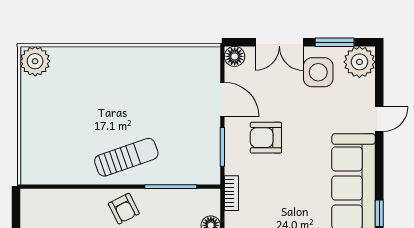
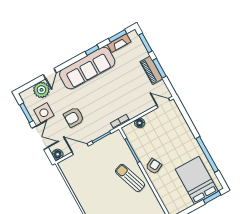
plant: (359, 62) -> (41, 90), moved
door: (222, 99) -> (80, 149), hinge flipped
door: (379, 119) -> (50, 74), swing flipped
armchair: (266, 138) -> (74, 117), moved, turned 90

